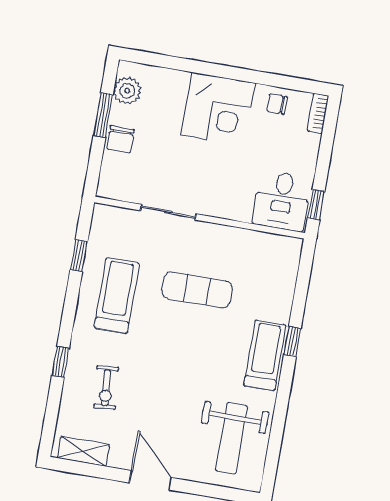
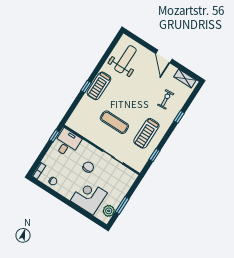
corner desk: (218, 109) -> (89, 197), moved
chair: (121, 139) -> (88, 167), moved

